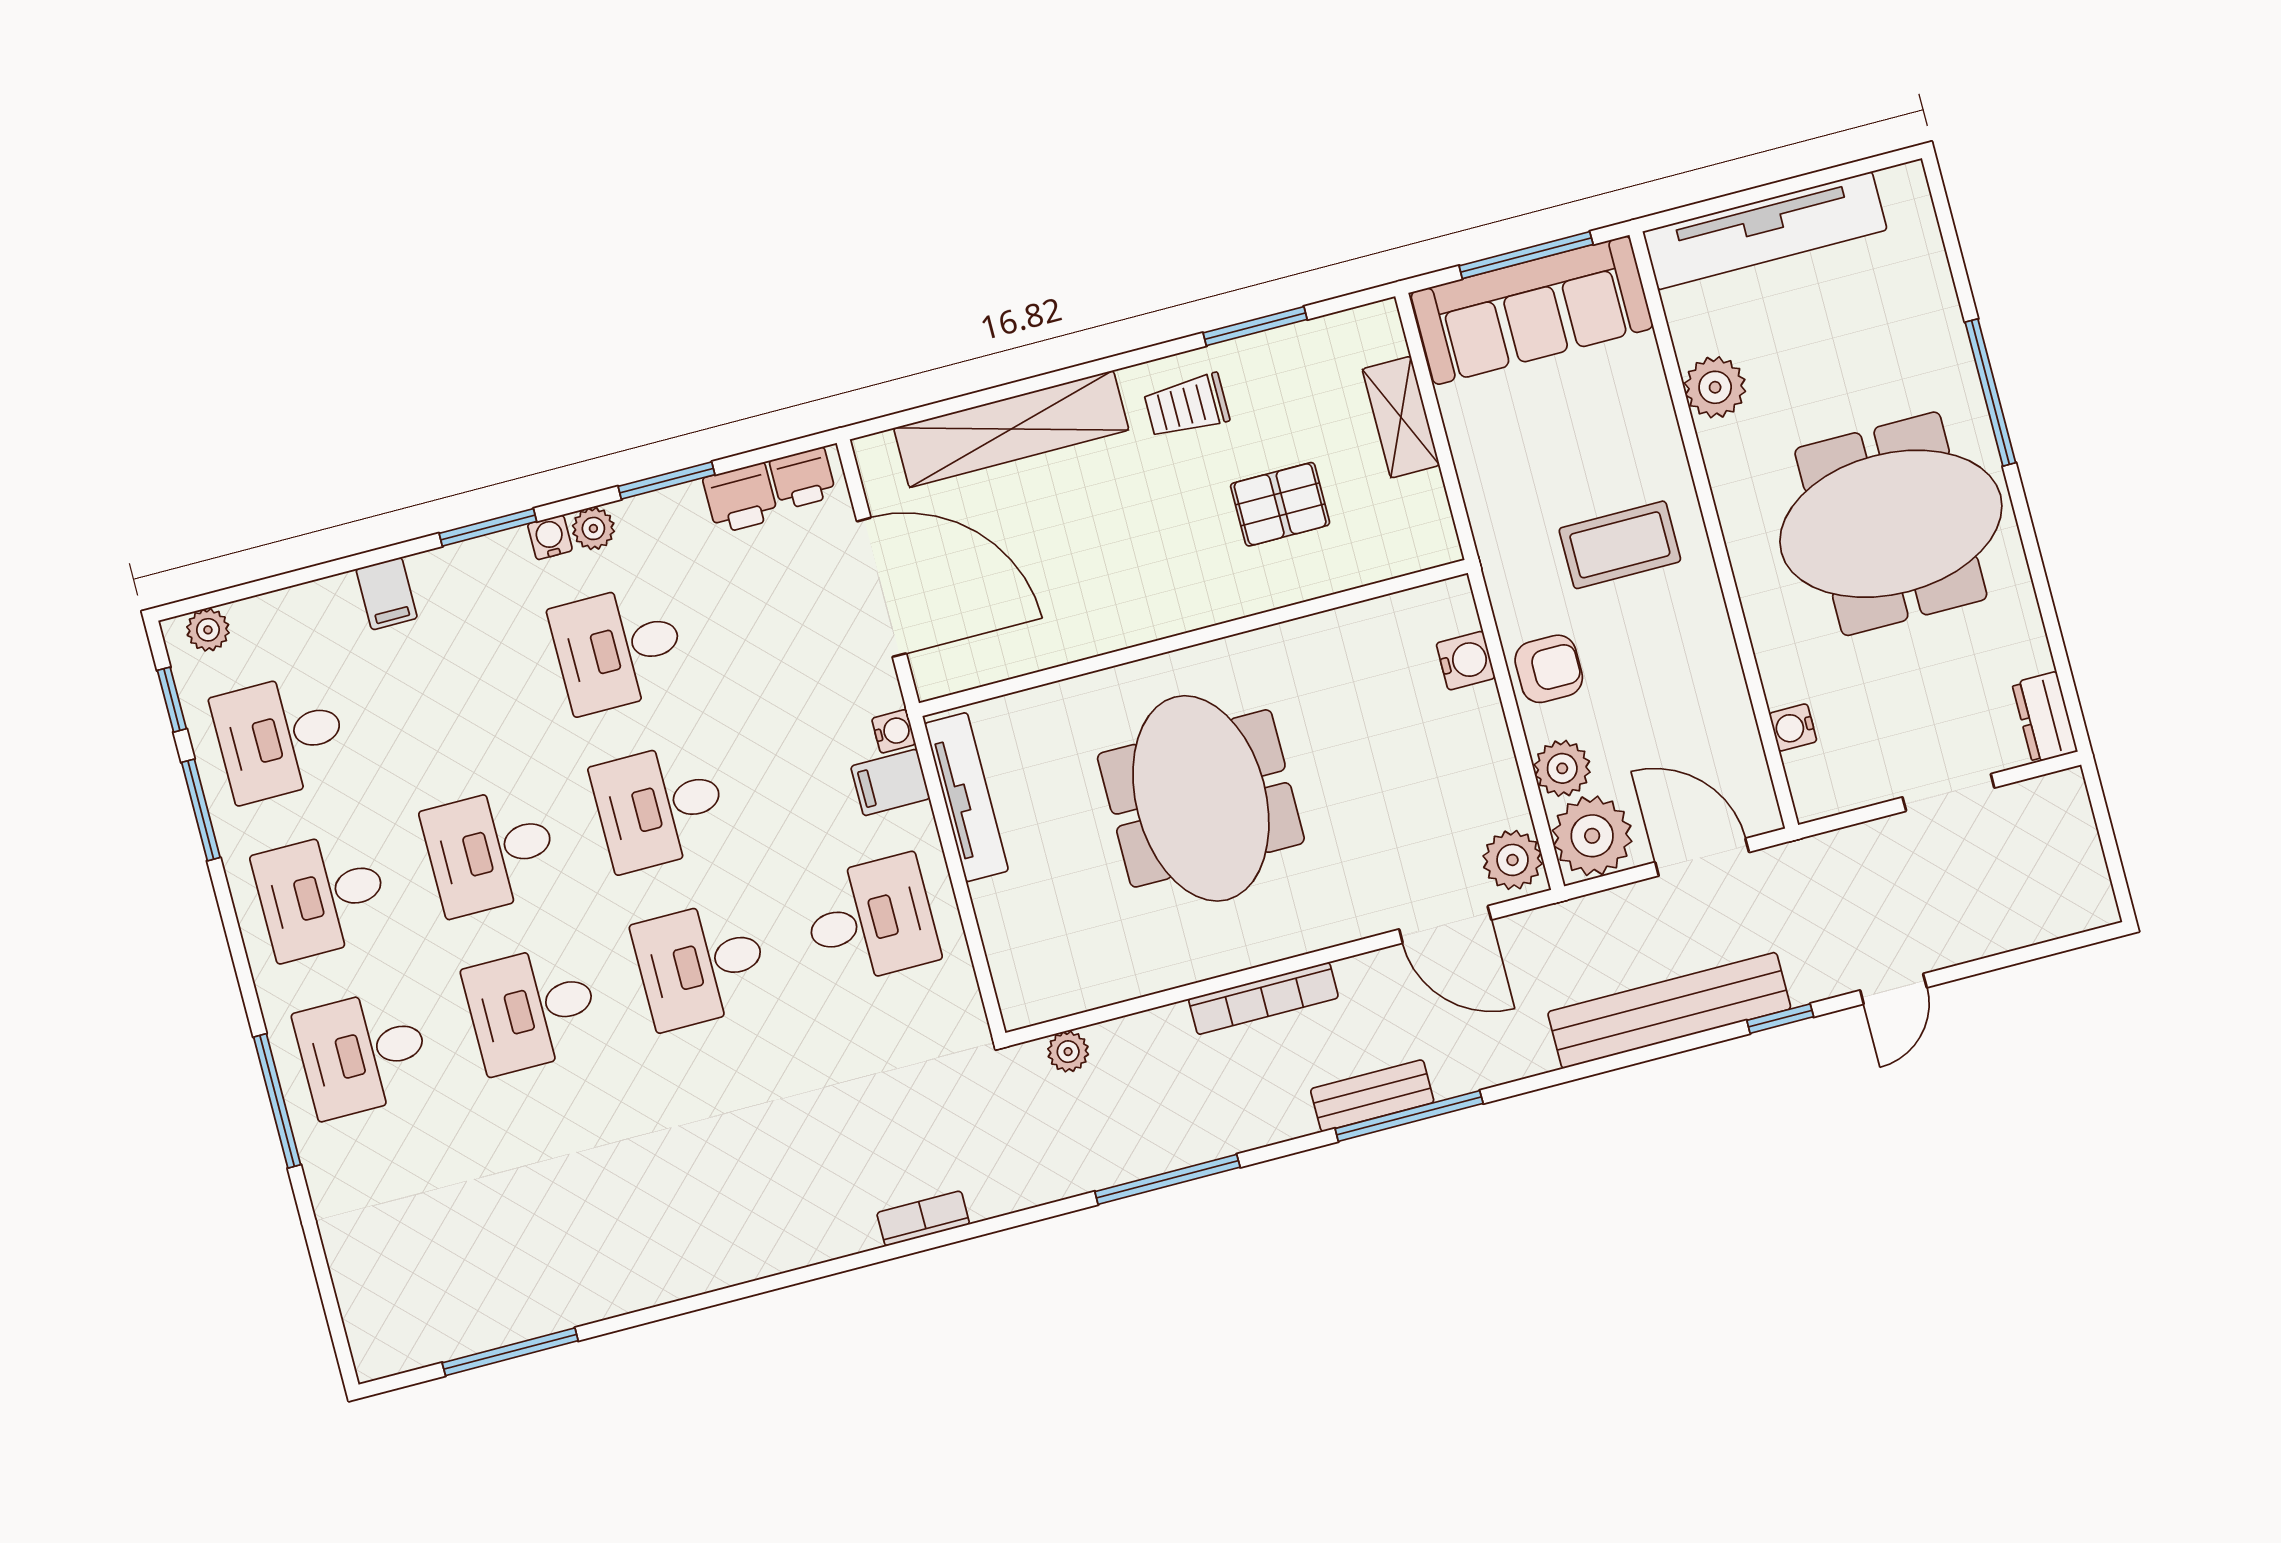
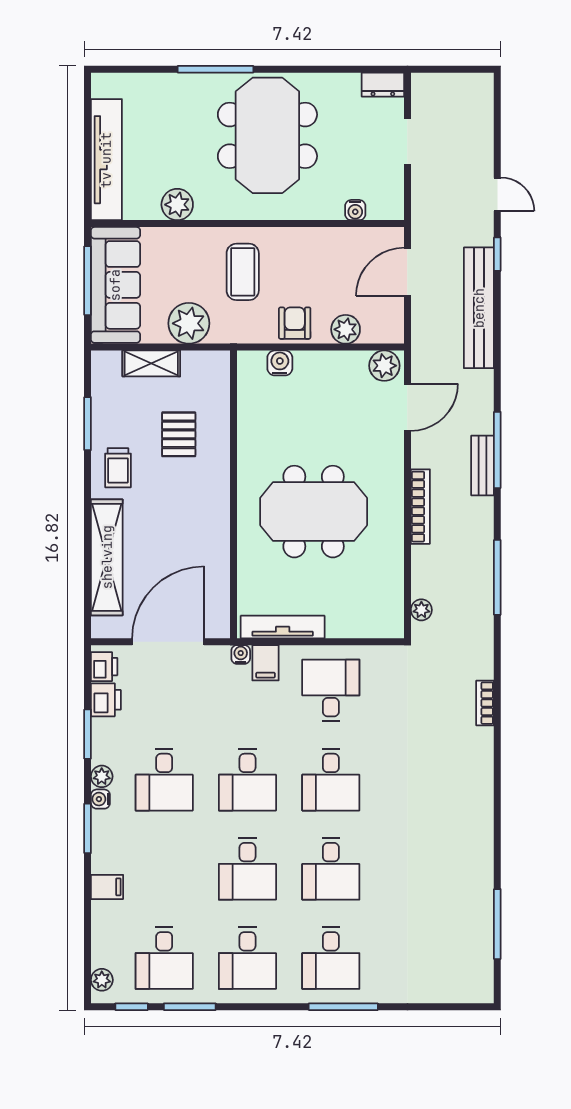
plant: (1592, 836) -> (189, 323), moved

